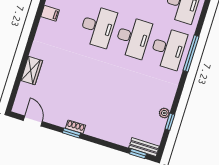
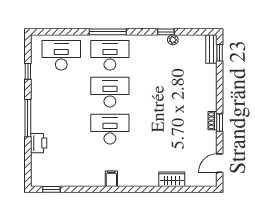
window: (170, 122) -> (166, 32), moved

